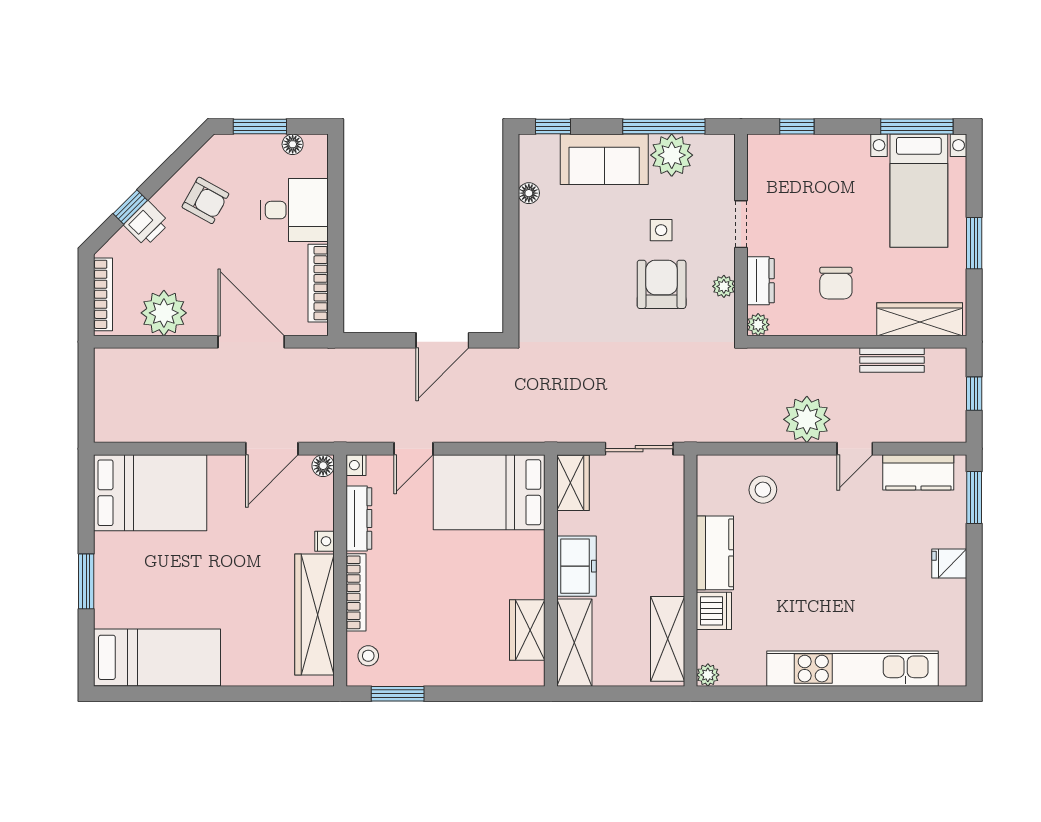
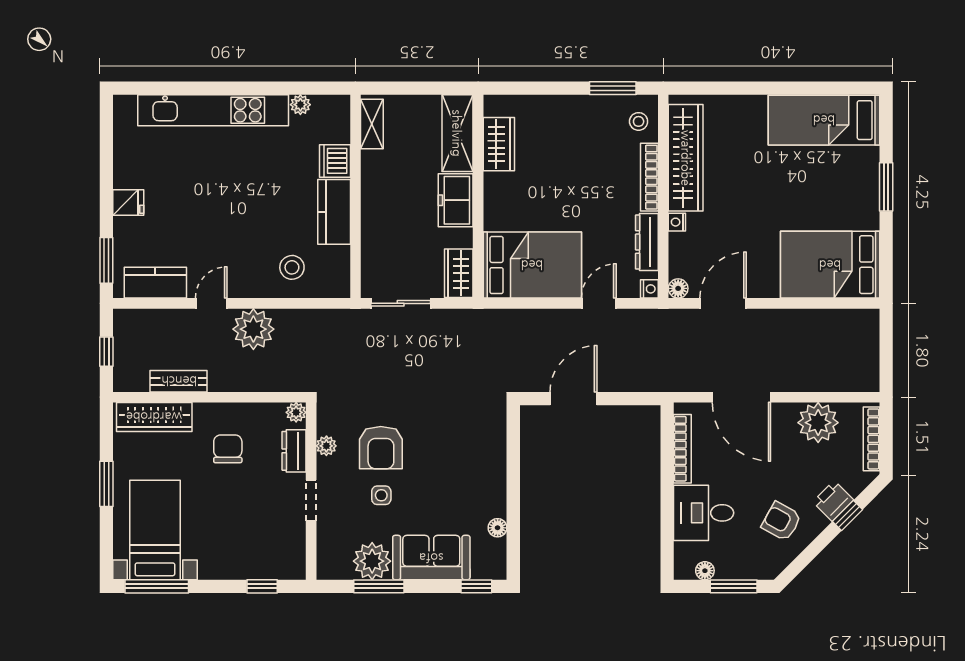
window: (664, 126) -> (379, 586), width x0.69
shelving: (668, 639) -> (372, 124), width x0.67, depth x0.75
plant: (708, 675) -> (300, 105), moved

